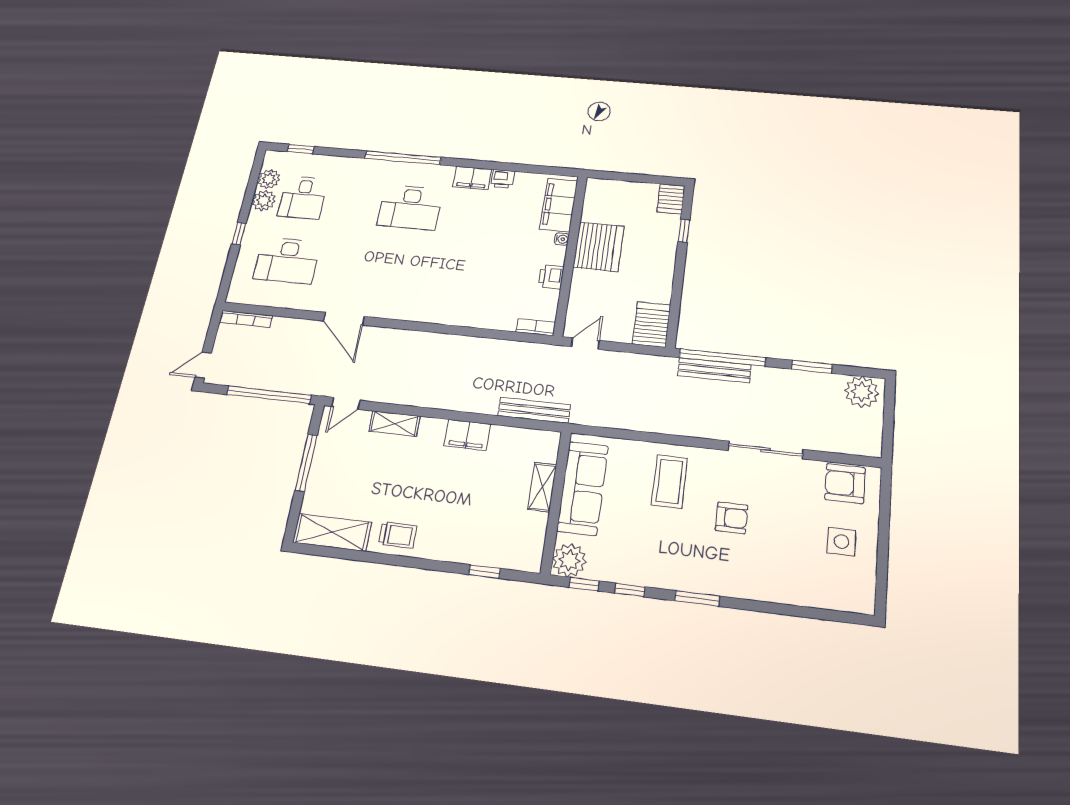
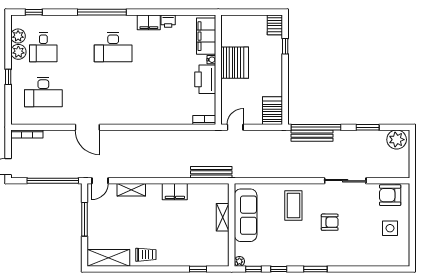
printer: (551, 277) -> (205, 79), width x1.87, depth x1.48
plant: (569, 560) -> (239, 261), width x0.53, depth x0.53

